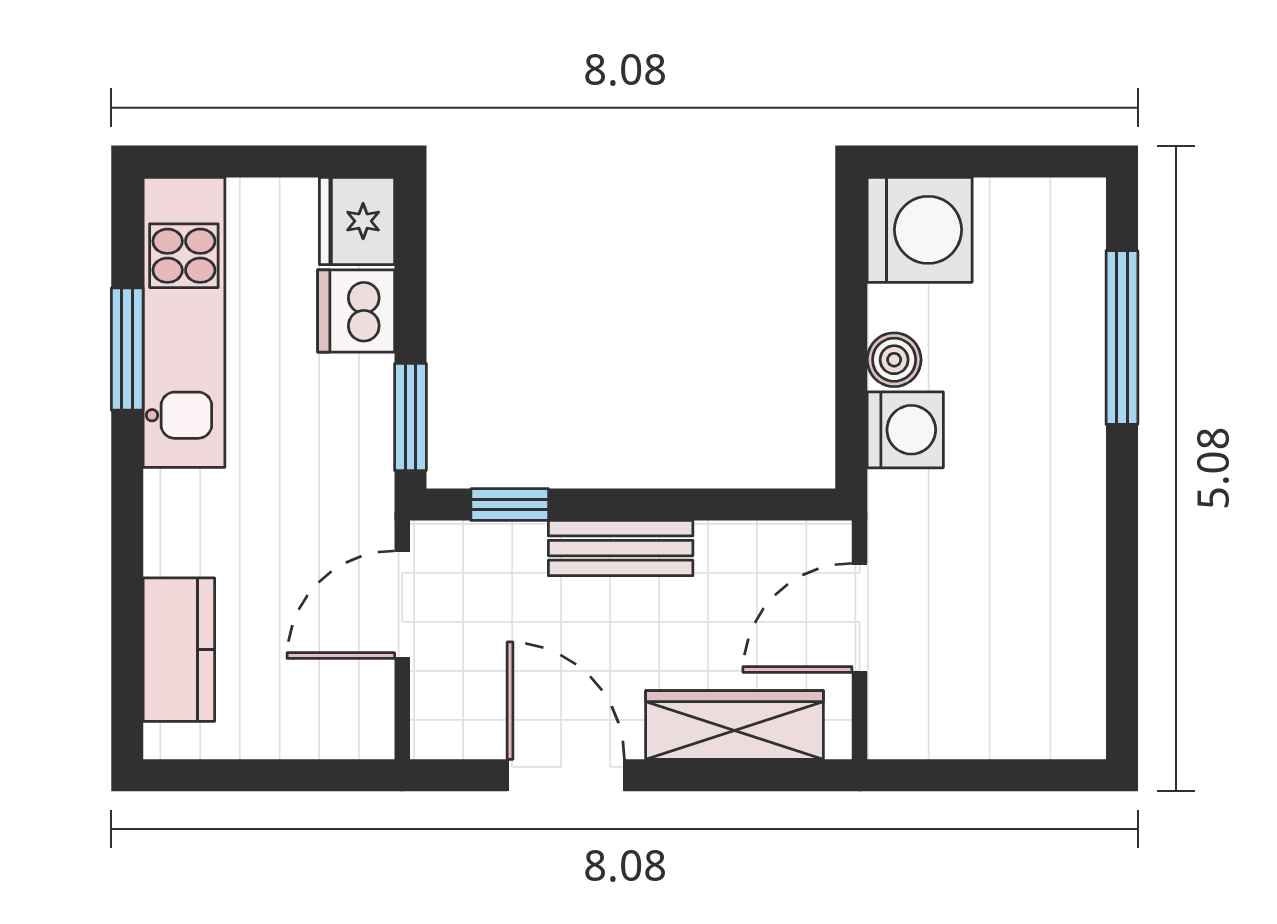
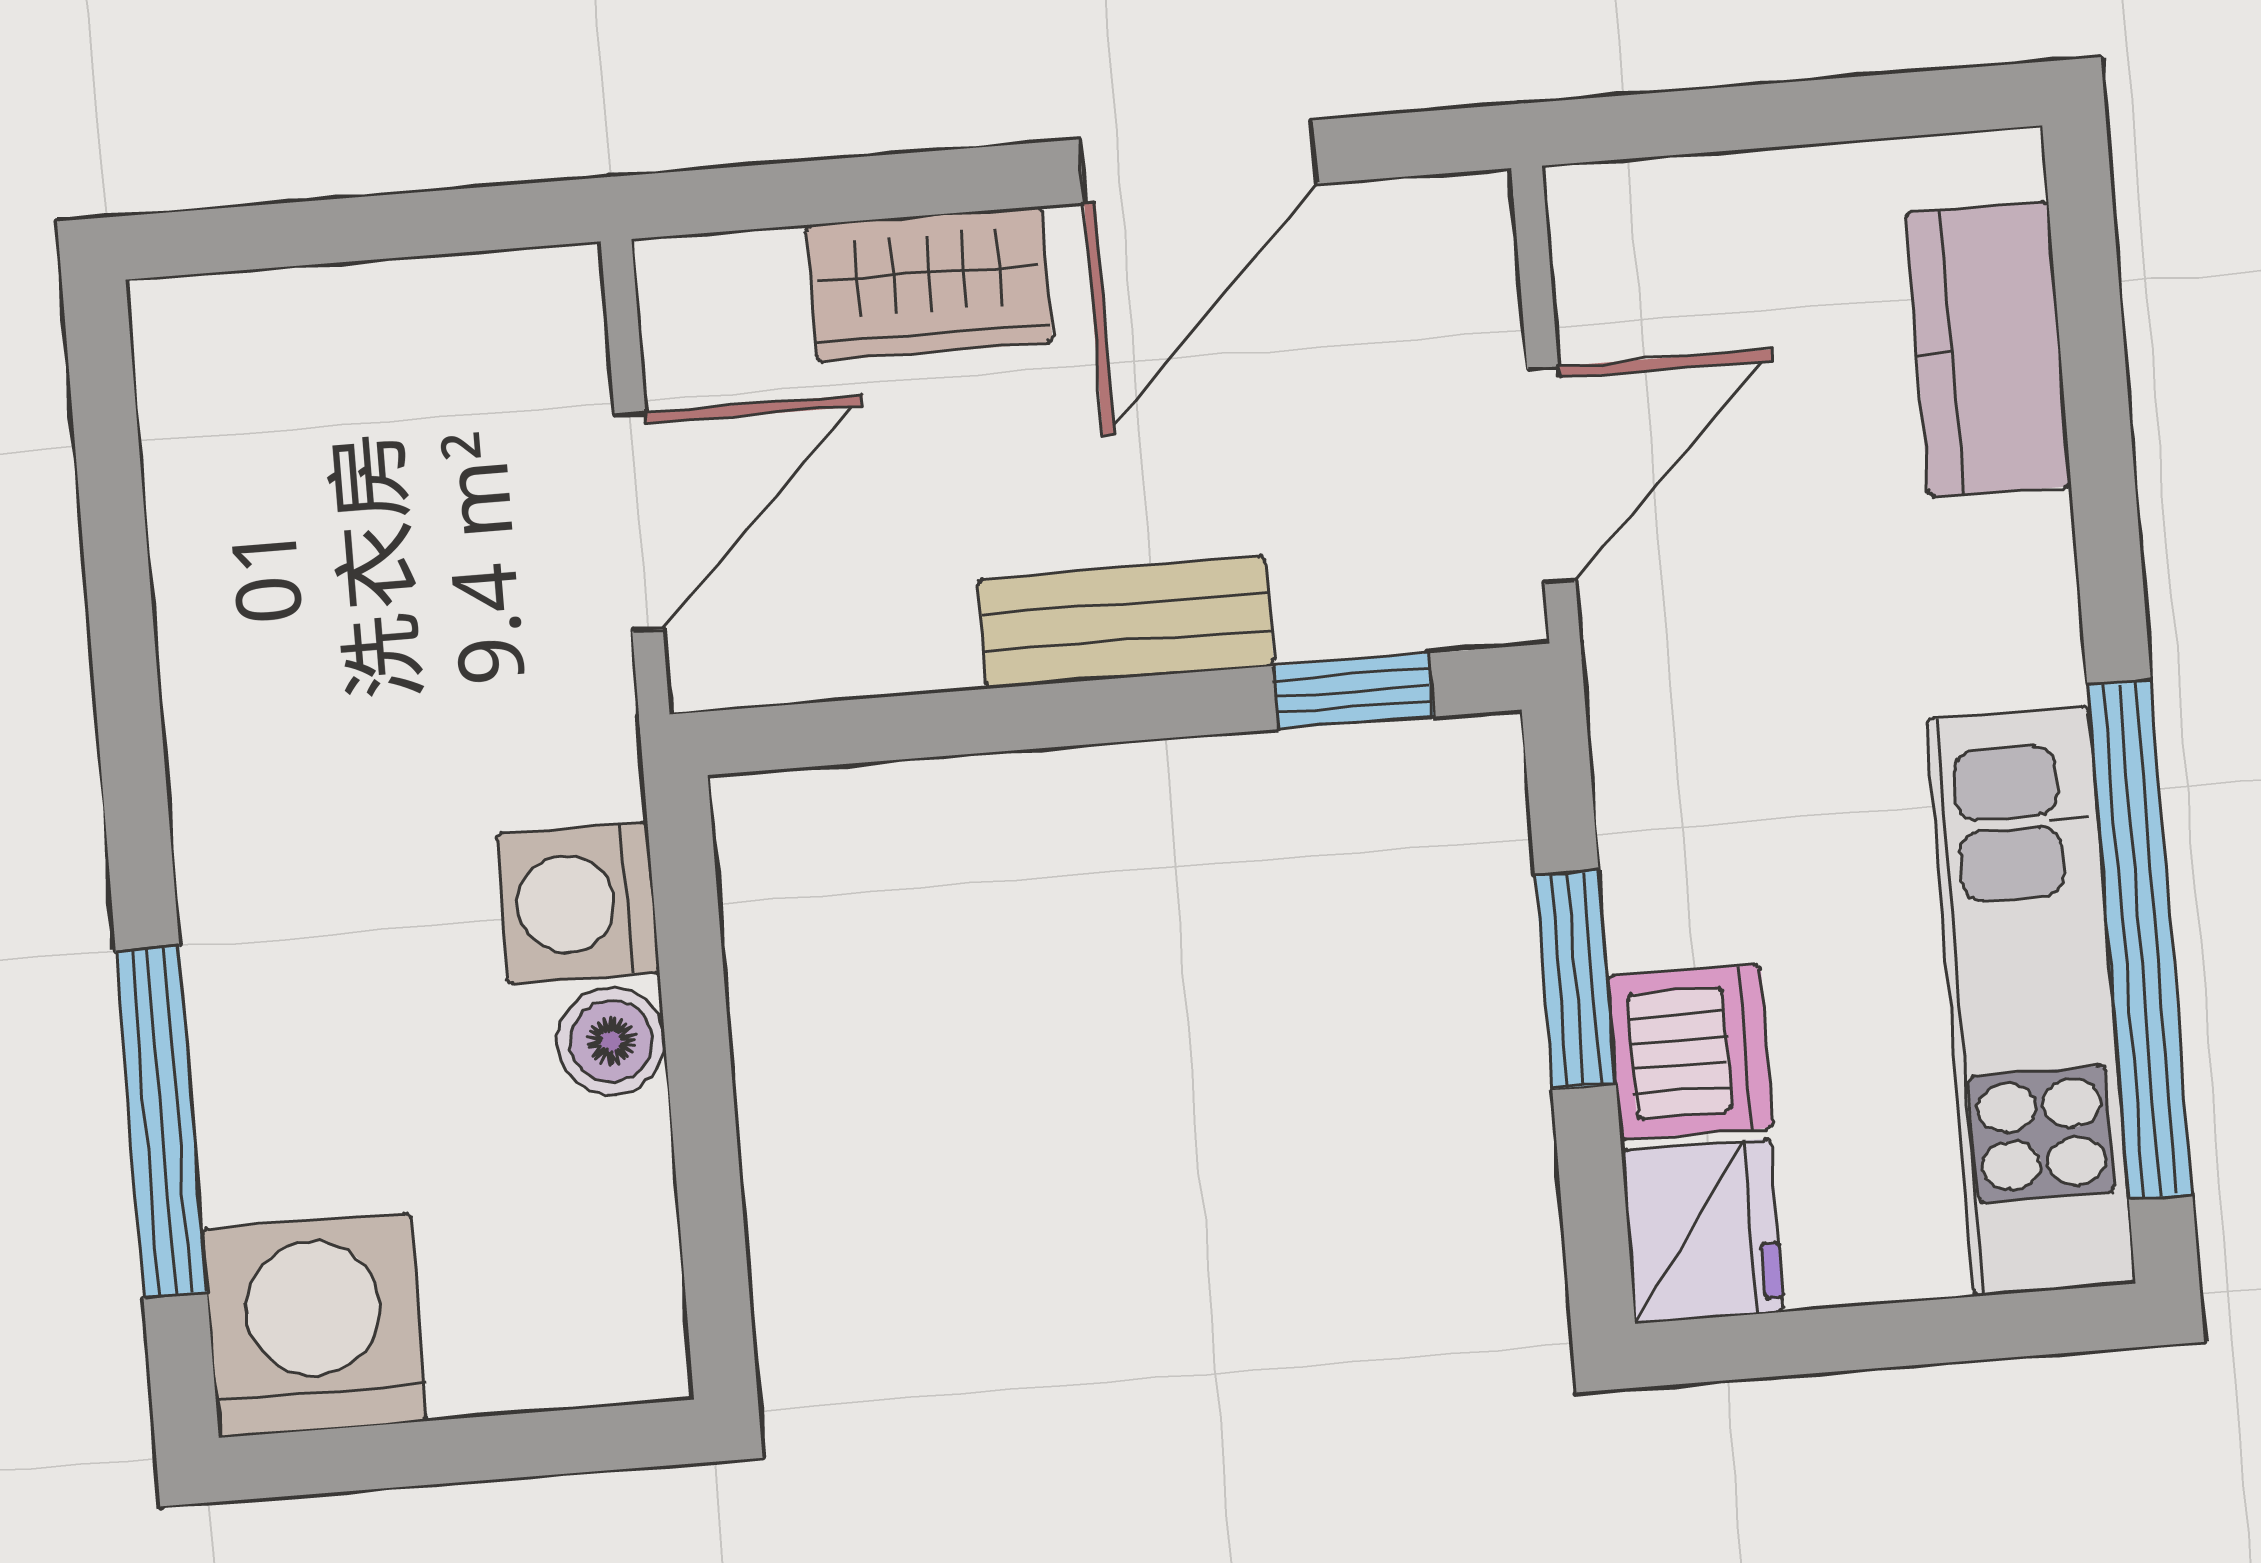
washing machine: (920, 230) -> (315, 1325), moved, turned 90
window: (127, 349) -> (2140, 939), width x2.11
window: (410, 417) -> (1575, 980), moved
wardrobe: (735, 725) -> (929, 284), width x0.67
door: (566, 775) -> (1198, 161), hinge flipped

